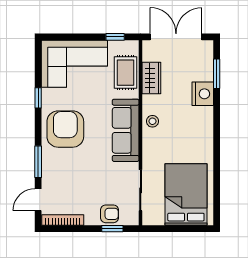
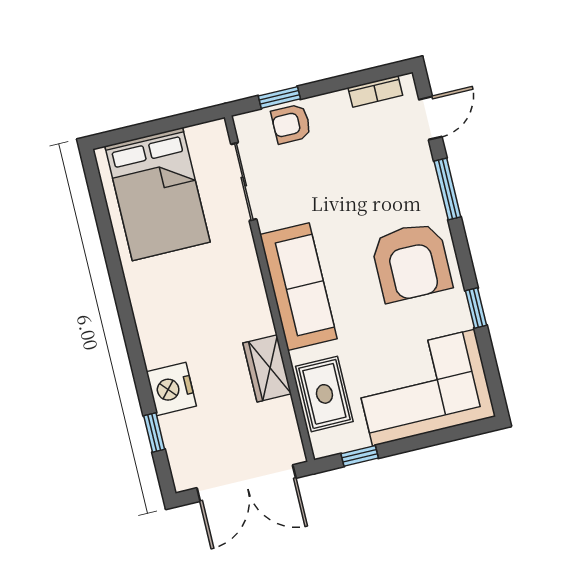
window: (217, 74) -> (154, 433), width x0.67
wardrobe: (151, 78) -> (267, 368), moved
stool: (152, 121) -> (253, 315), removed
bookcase: (63, 220) -> (375, 91), width x0.64

